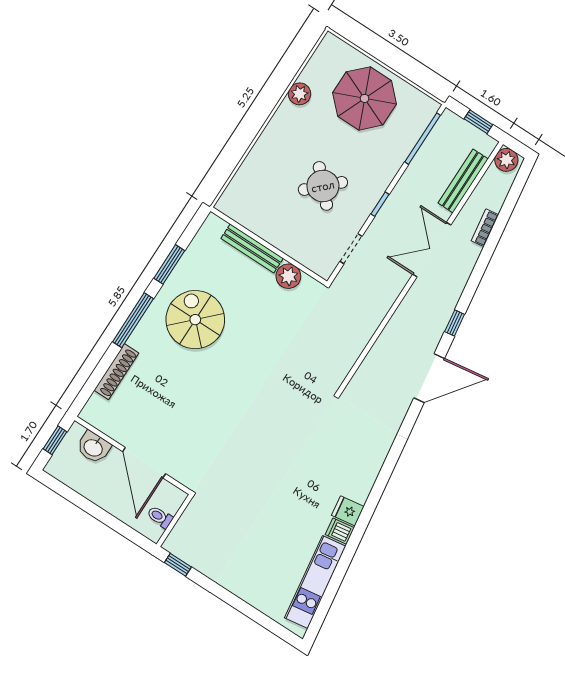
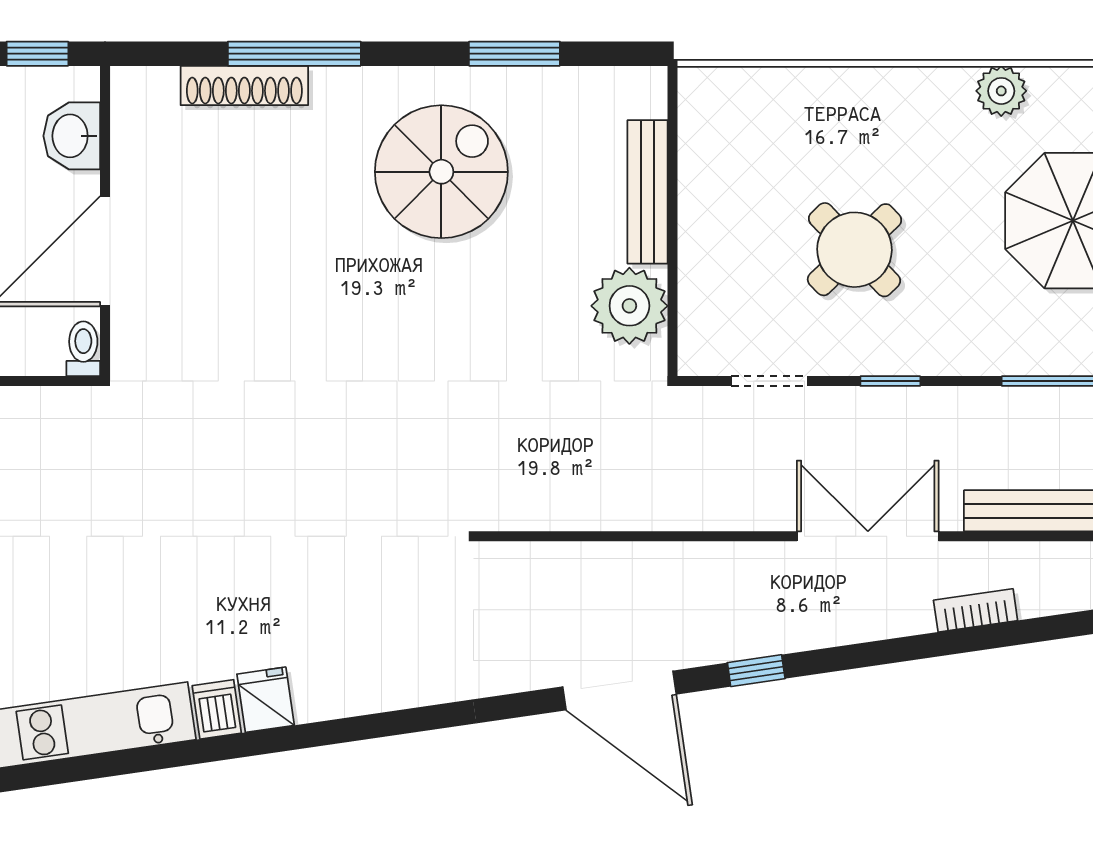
plant: (288, 276) -> (629, 306), width x1.36, depth x1.36
window: (133, 320) -> (294, 54), moved
toilet: (160, 517) -> (83, 349), moved

